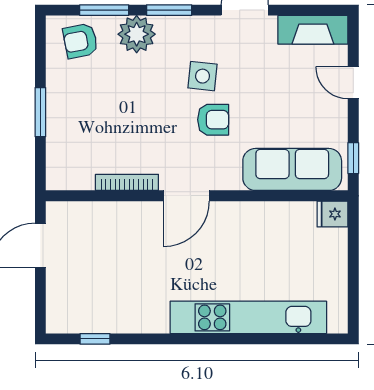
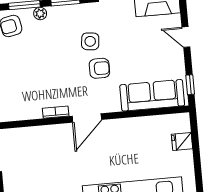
plant: (137, 34) -> (40, 14), width x0.53, depth x0.53
bookcase: (127, 182) -> (56, 112), width x0.64
fridge: (332, 214) -> (182, 142), moved

